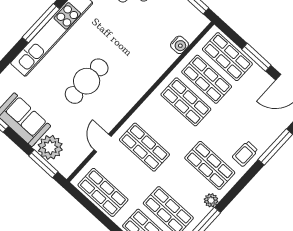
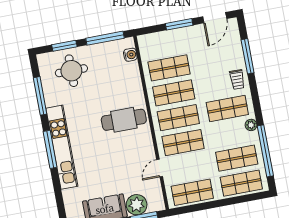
water cooler: (179, 45) -> (130, 55), moved
shop shelf: (227, 57) -> (178, 118), moved
cafe table: (87, 81) -> (124, 120), moved, turned 90
door: (103, 143) -> (160, 168), hinge flipped

